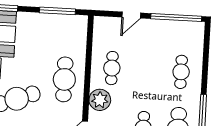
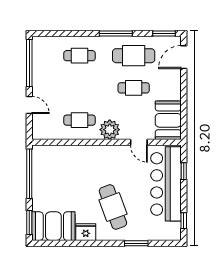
window: (57, 11) -> (29, 174), width x1.46
cafe table: (64, 79) -> (93, 164), removed

